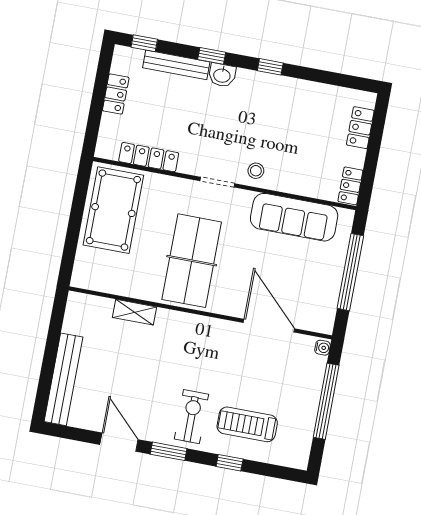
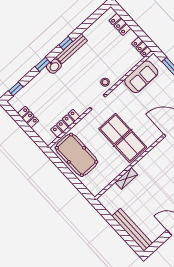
bench: (176, 65) -> (72, 49), moved
sofa: (294, 217) -> (141, 77), width x0.73

